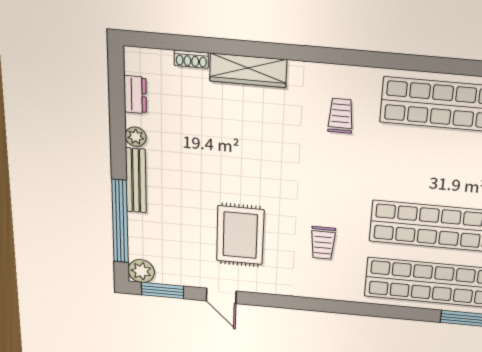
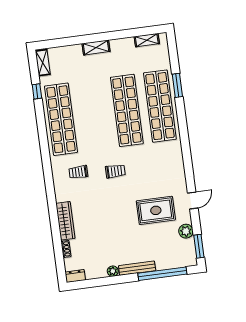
dresser: (135, 95) -> (75, 276), moved
trolley: (323, 243) -> (115, 171), moved
plant: (141, 271) -> (186, 231), moved
door: (221, 296) -> (193, 200), moved

